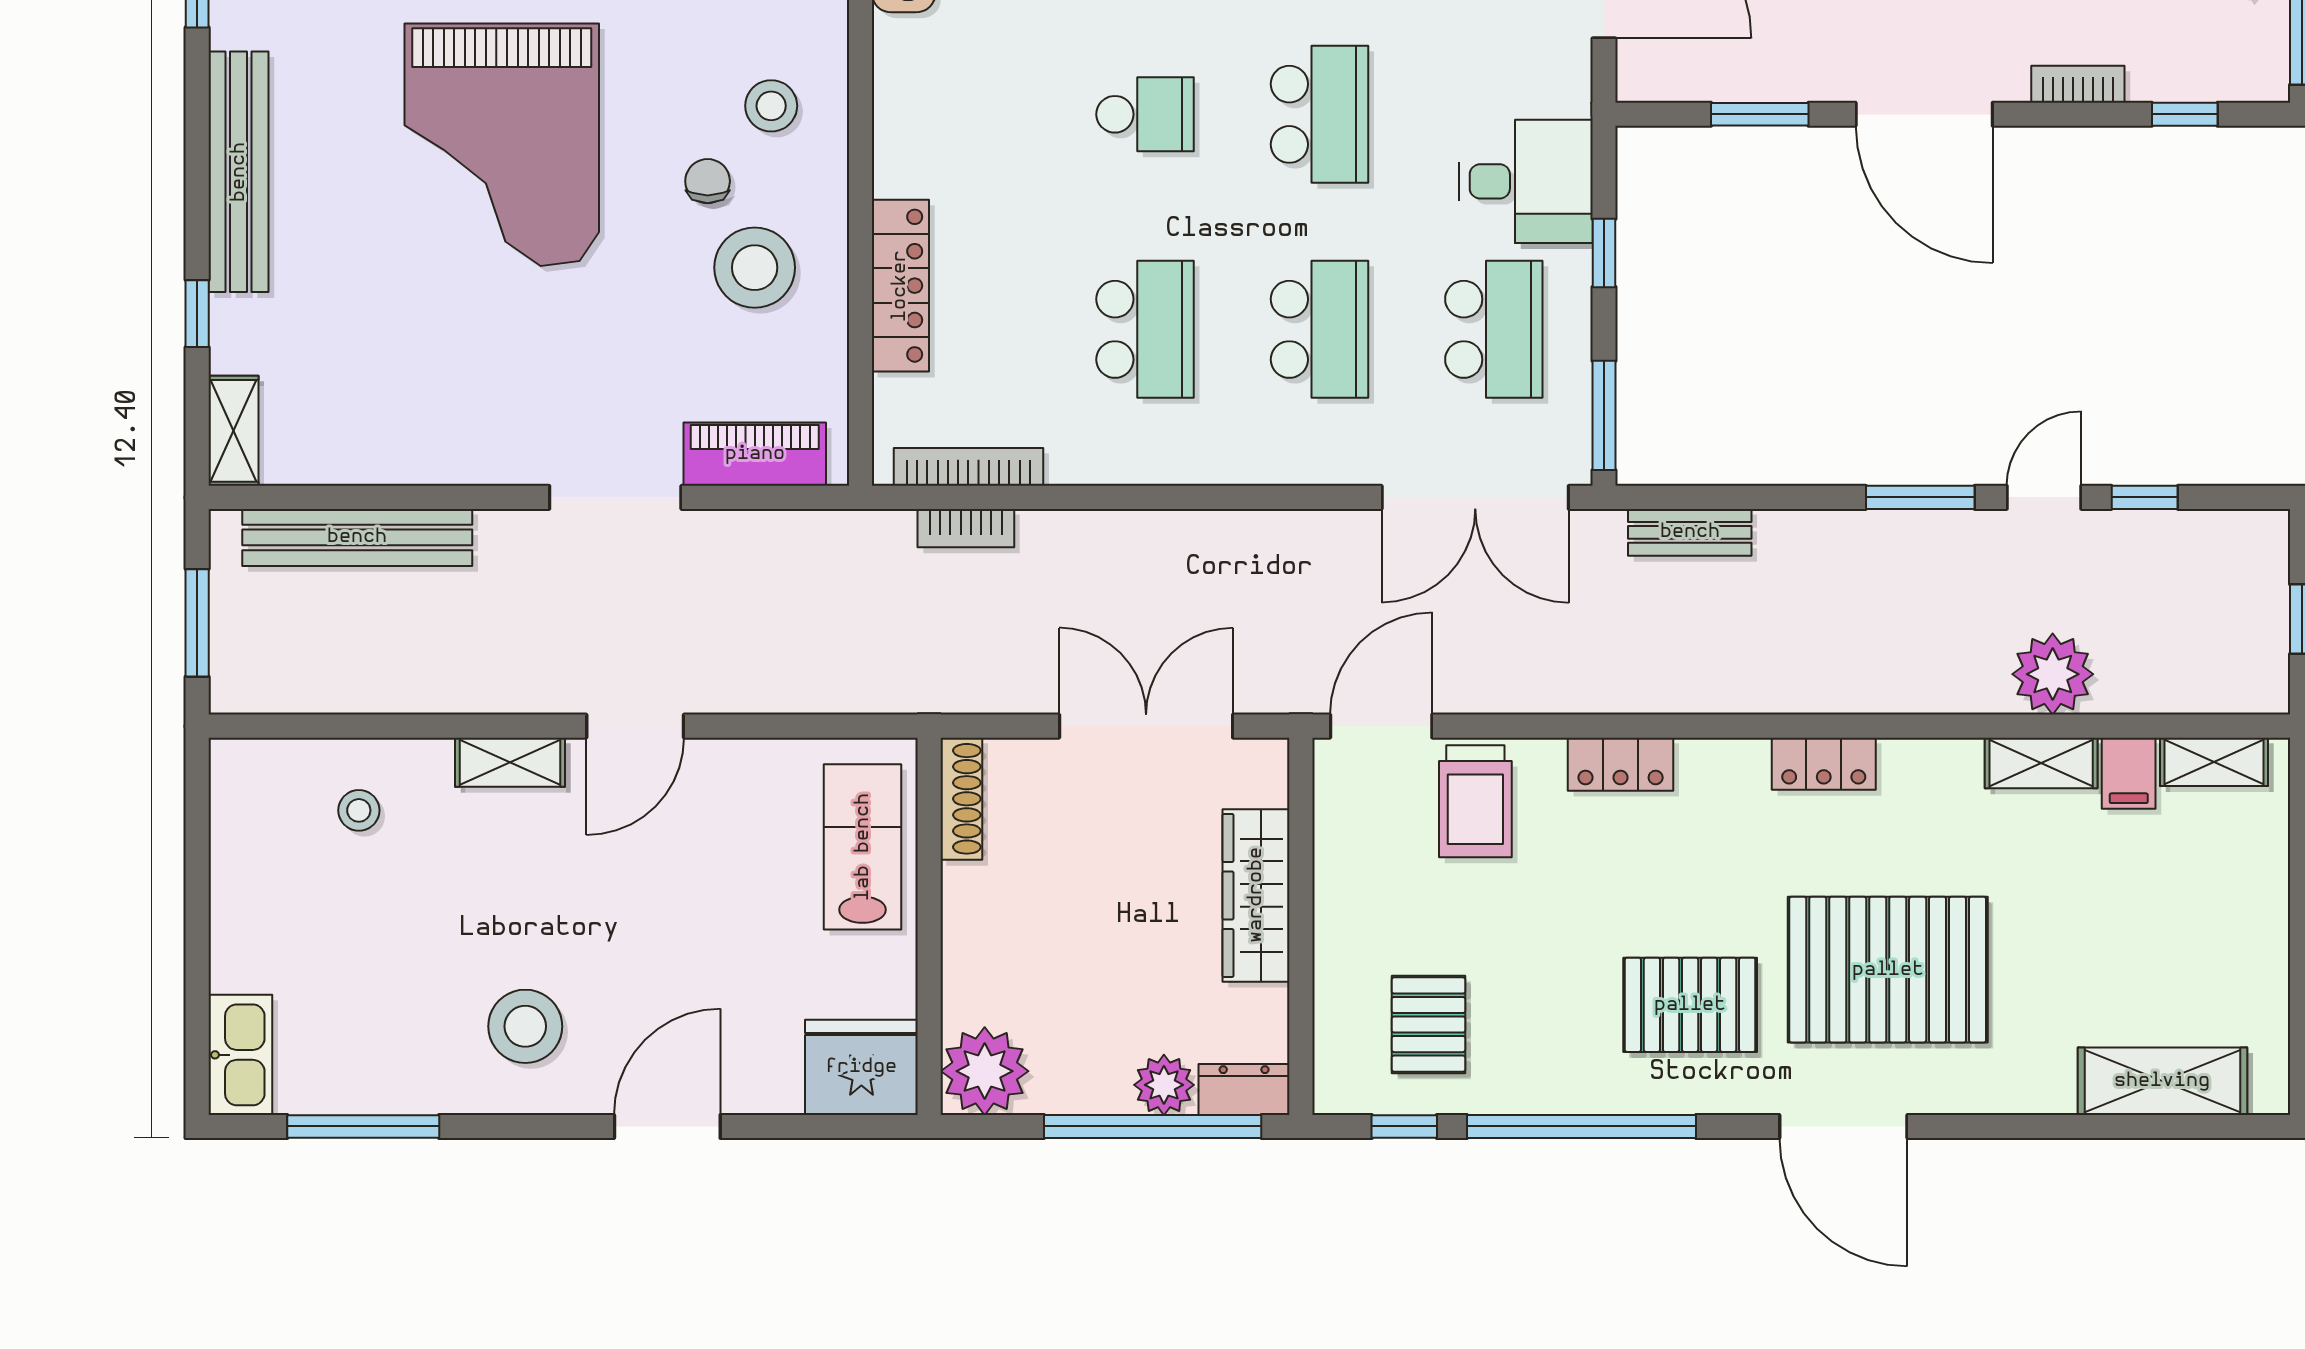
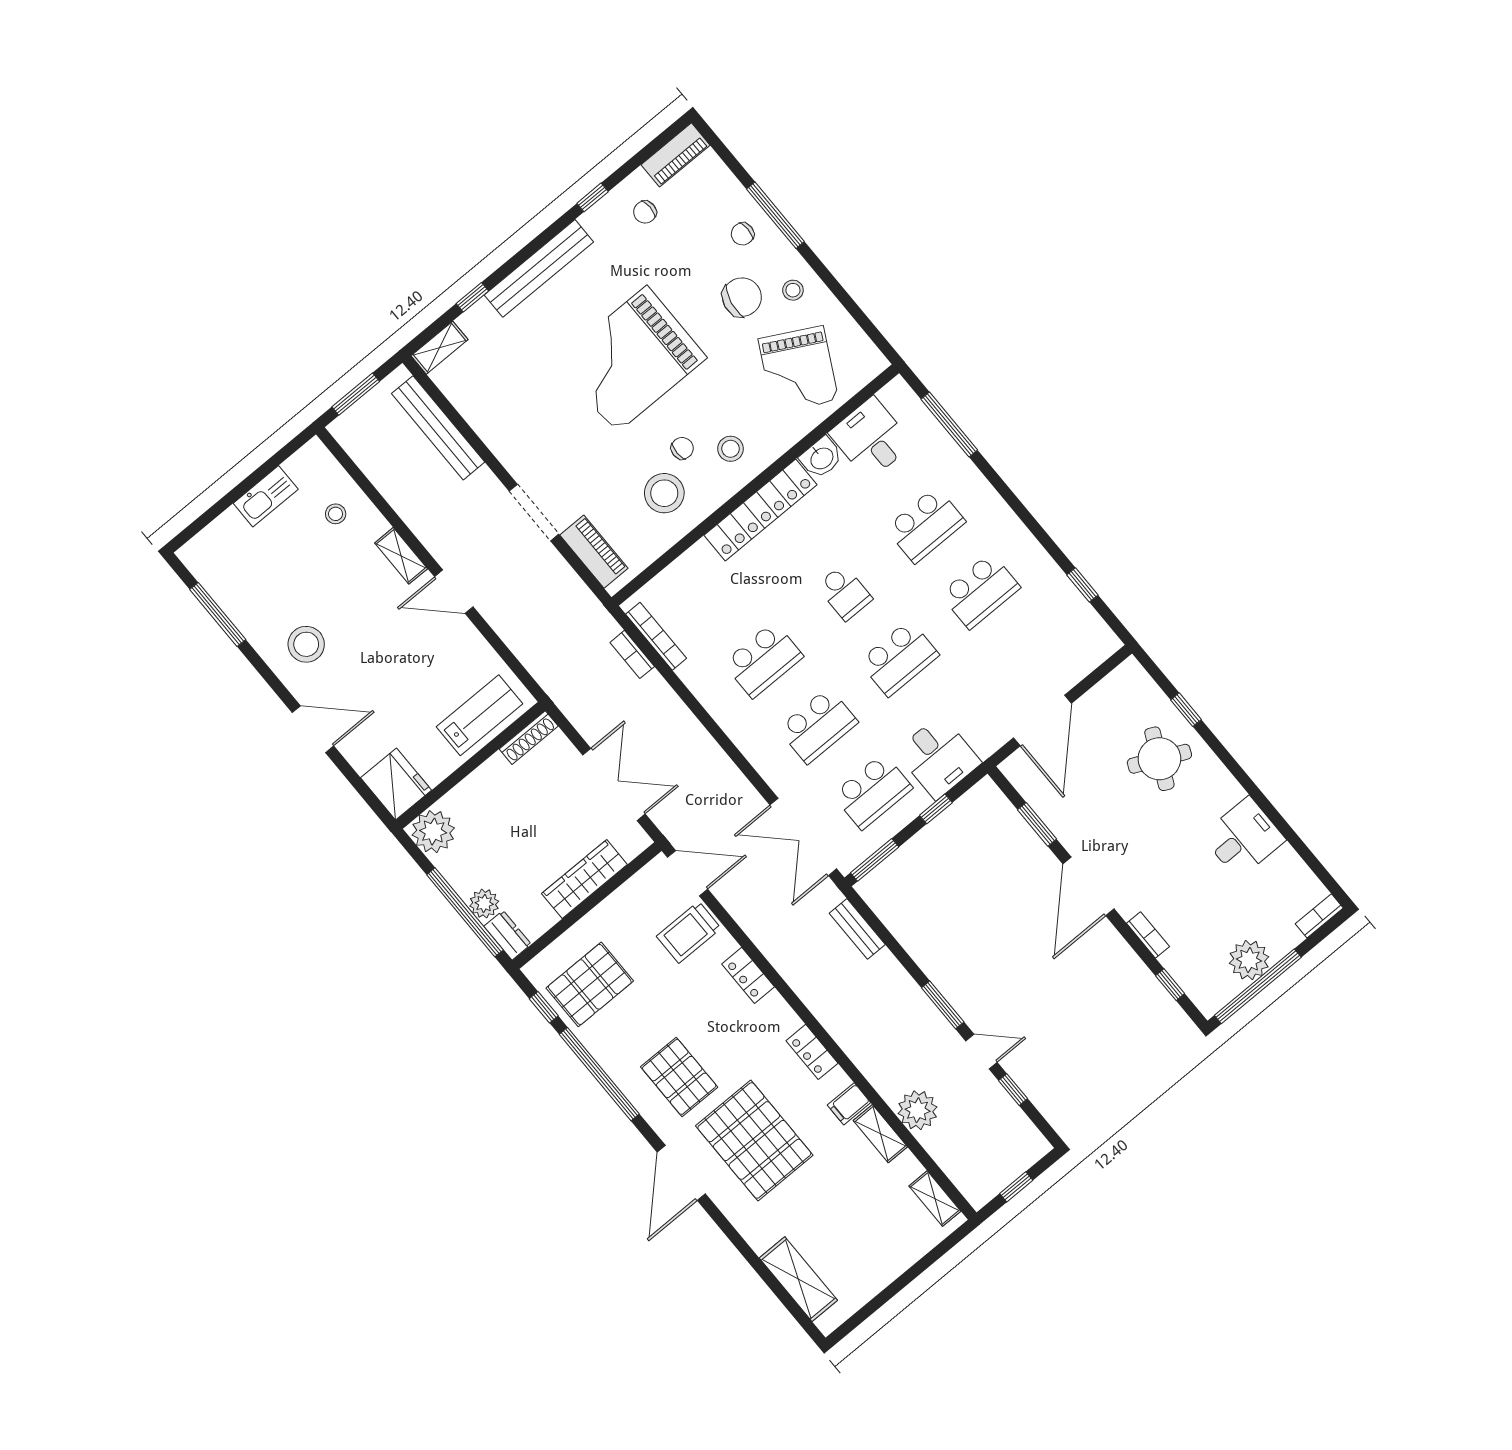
locker: (900, 286) -> (761, 510), moved, width x1.41, depth x1.21
filing cabinet: (2129, 773) -> (849, 1104), moved
pallet: (1428, 1025) -> (590, 984), width x1.50, depth x1.42
kitchen sink: (240, 1055) -> (266, 496), moved

